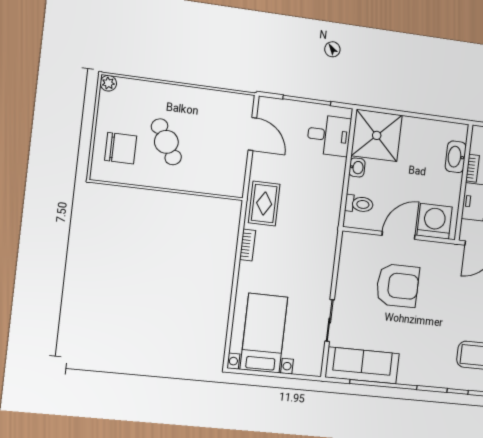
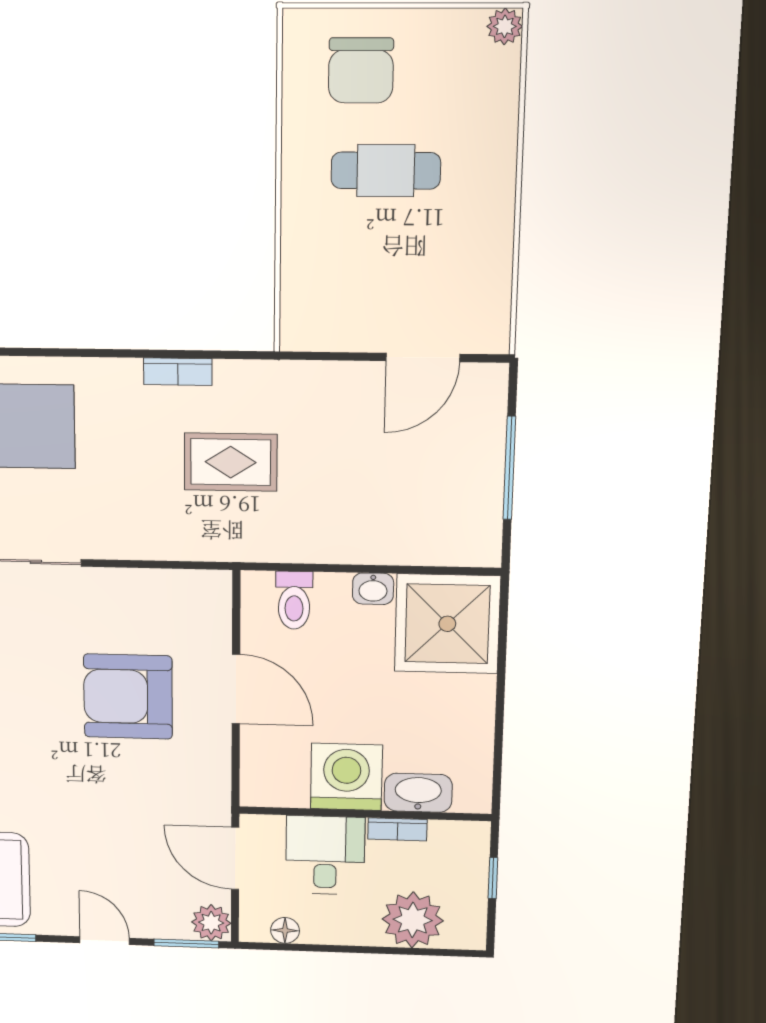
desk: (329, 135) -> (437, 522), removed
cafe table: (166, 142) -> (386, 171), turned 30
rug: (264, 203) -> (231, 462), moved
washing machine: (435, 221) -> (346, 777), moved, turned -90
armchair: (398, 286) -> (128, 697), turned 90

